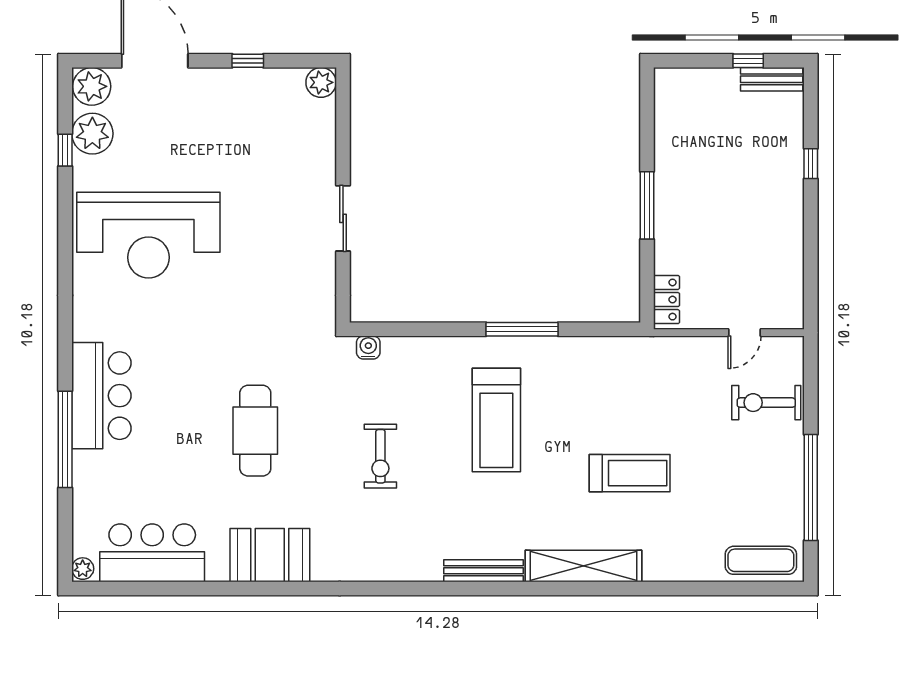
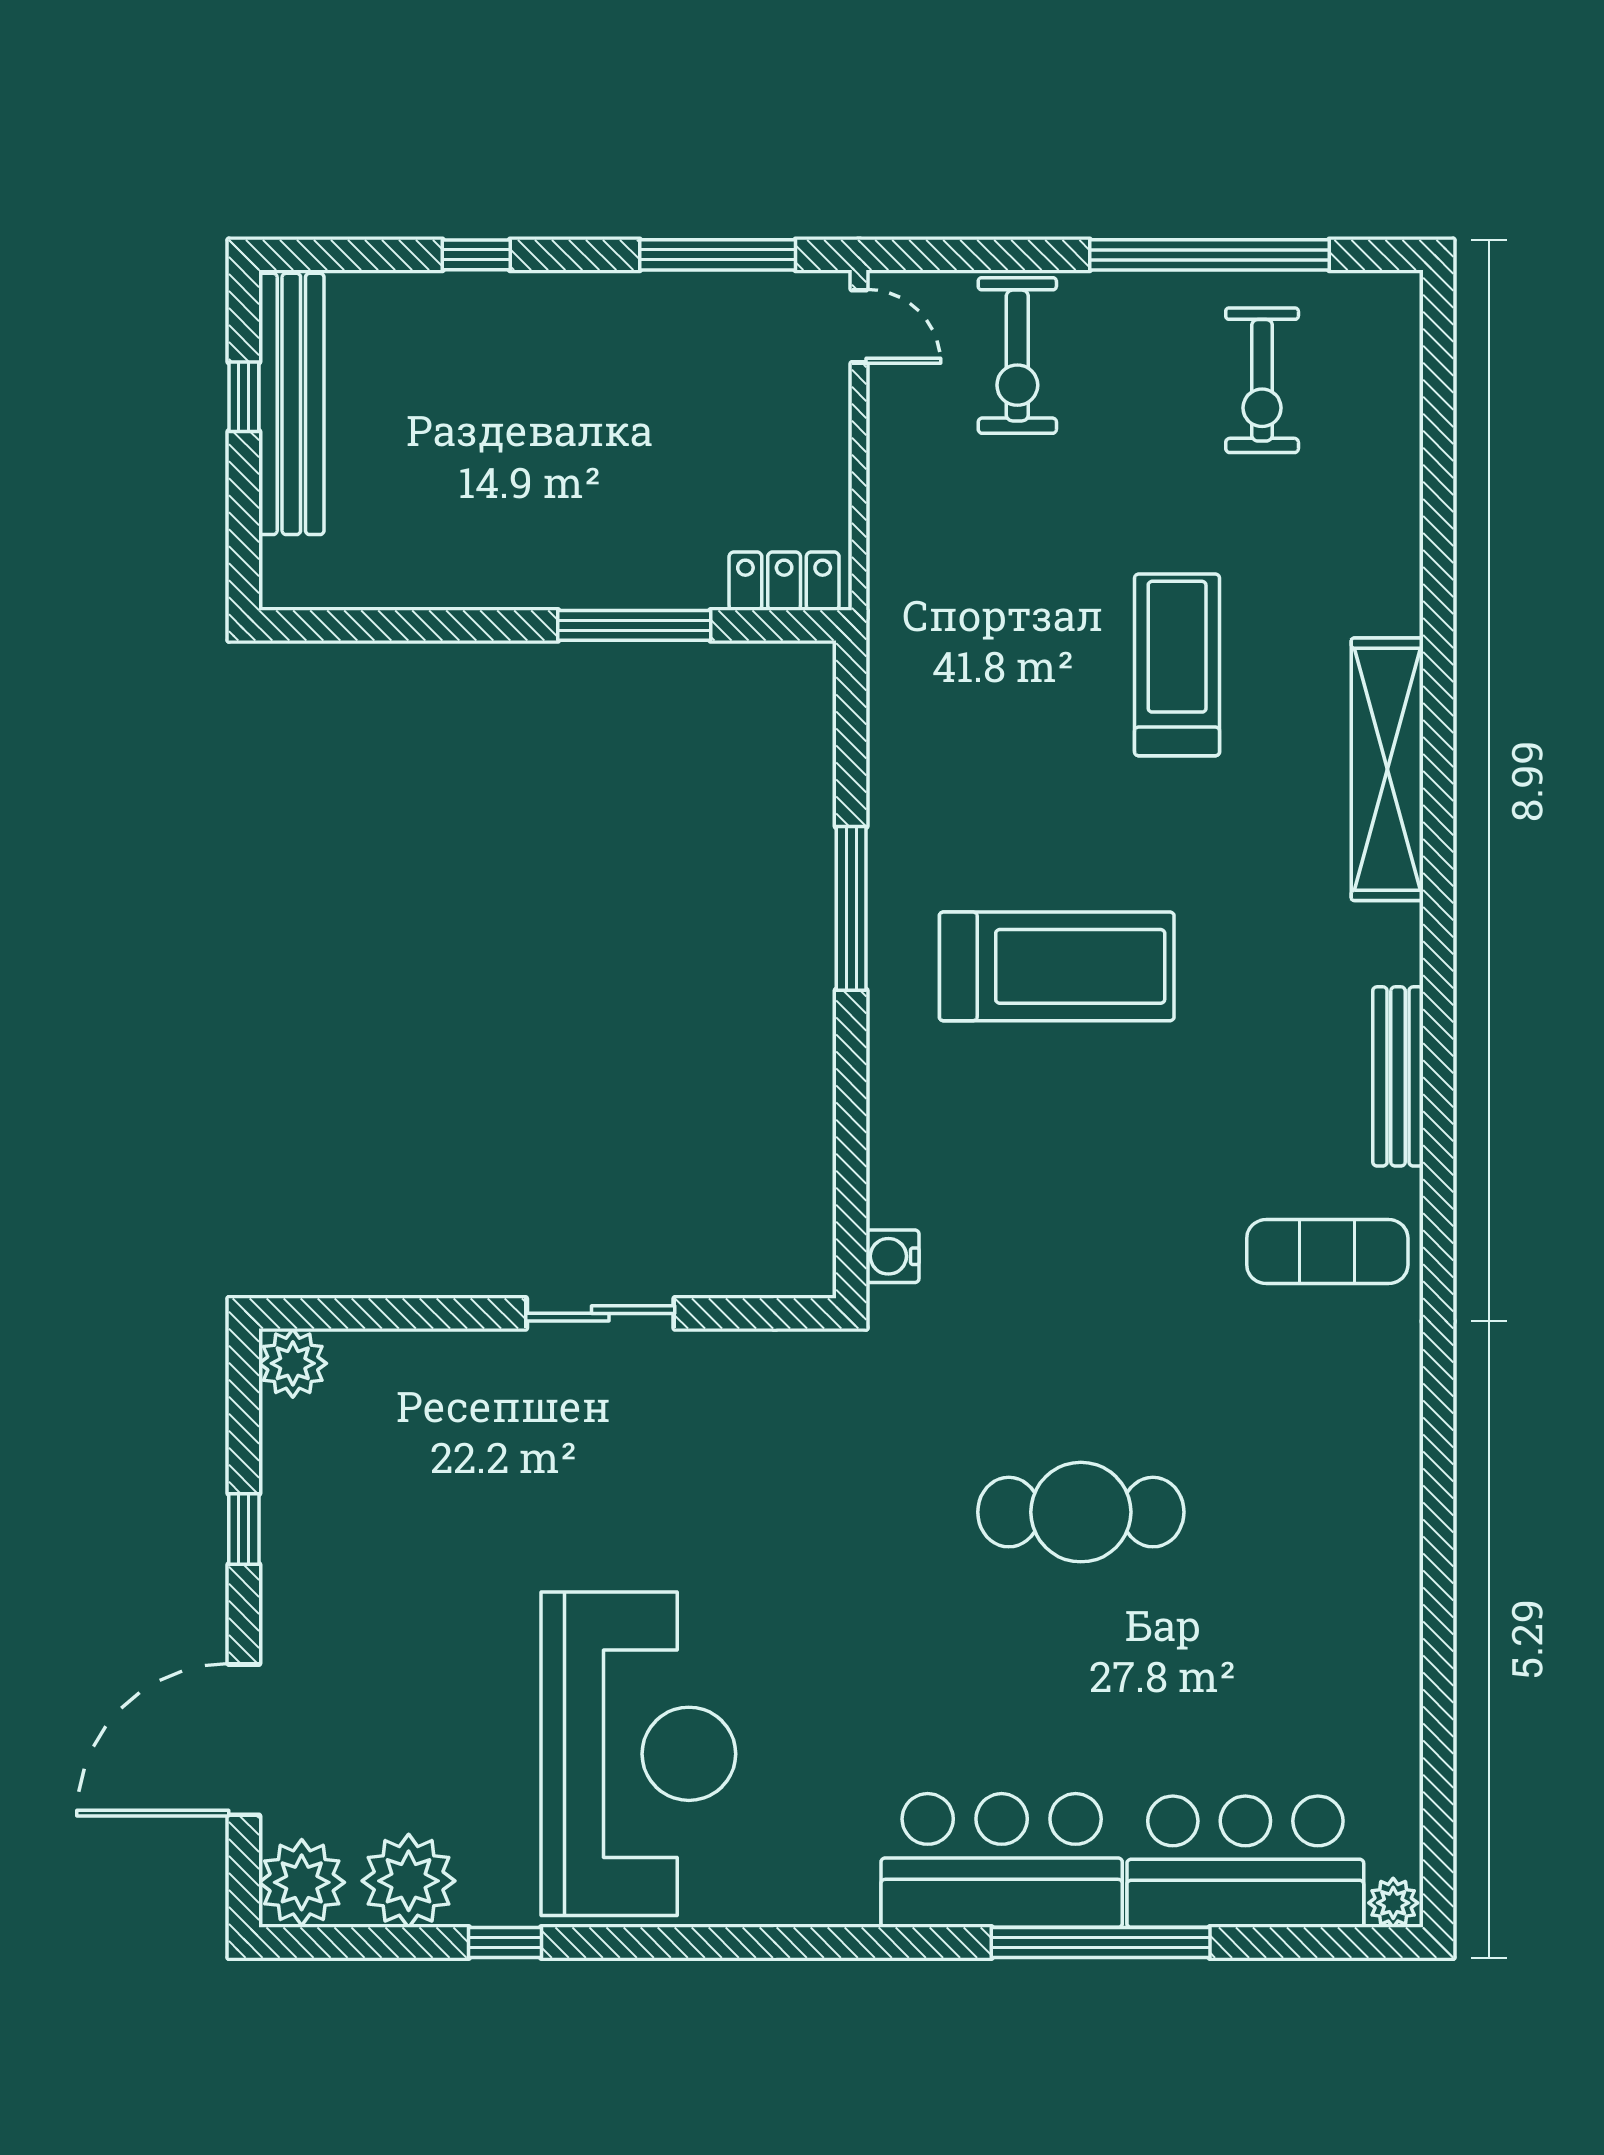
bench: (772, 79) -> (291, 404), width x1.86, depth x1.21
window: (65, 150) -> (505, 1943), moved
window: (647, 205) -> (634, 625), moved
window: (811, 270) -> (718, 255), added
door: (745, 333) -> (859, 326), moved
exercise bike: (380, 456) -> (1262, 380), moved, turned 90
bar counter: (152, 553) -> (1245, 1862), moved, turned 90
booth: (270, 555) -> (1363, 1479), removed
exercise mat: (761, 560) -> (1327, 1252), moved, turned 90
bench: (484, 571) -> (1398, 1076), moved

